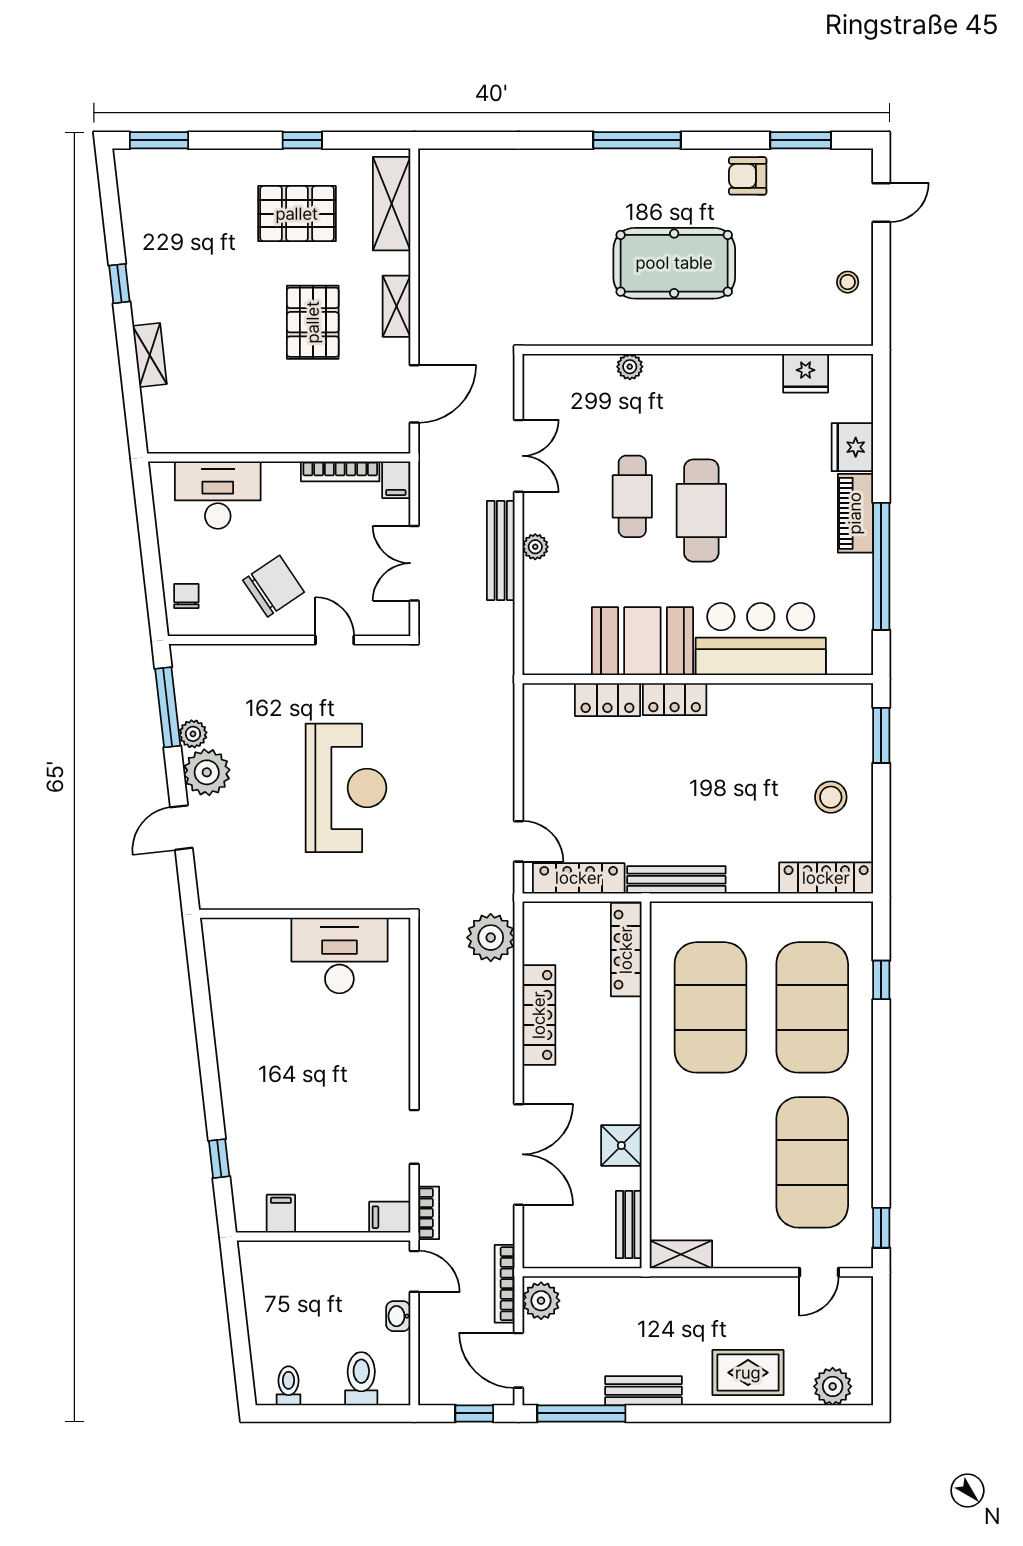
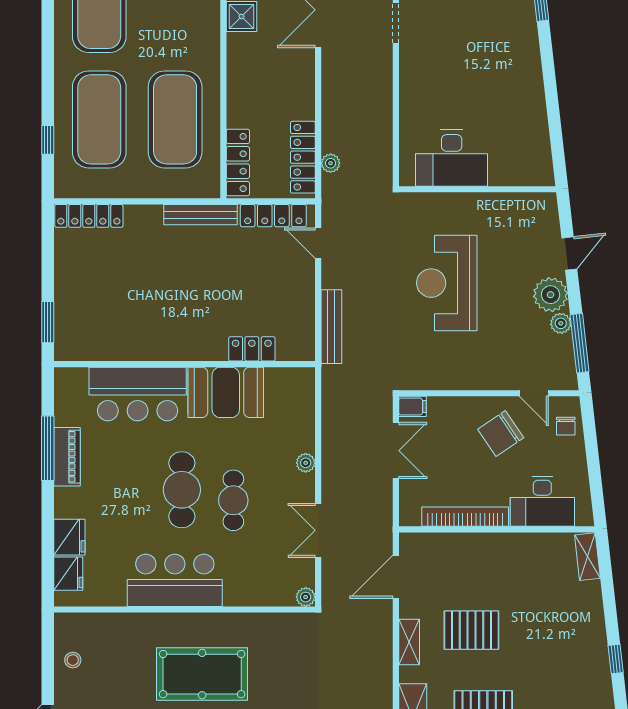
pallet: (313, 322) -> (471, 630), turned 90
shelving: (150, 355) -> (587, 557), moved
plant: (630, 367) -> (306, 597), moved
fridge: (806, 373) -> (68, 574), moved, turned 90
bar counter: (711, 389) -> (175, 580), added
bookcase: (340, 471) -> (465, 517), width x1.48, depth x1.31
filing cabinet: (396, 480) -> (412, 406), moved, turned 90
piano: (855, 513) -> (67, 457), moved
bench: (501, 551) -> (331, 327), moved
window: (881, 566) -> (48, 448), width x0.68
door: (335, 640) -> (534, 393), moved
locker: (675, 699) -> (202, 349), removed
stool: (831, 797) -> (85, 276), removed
plant: (491, 938) -> (331, 163), width x0.53, depth x0.53
locker: (539, 1015) -> (303, 157), moved

